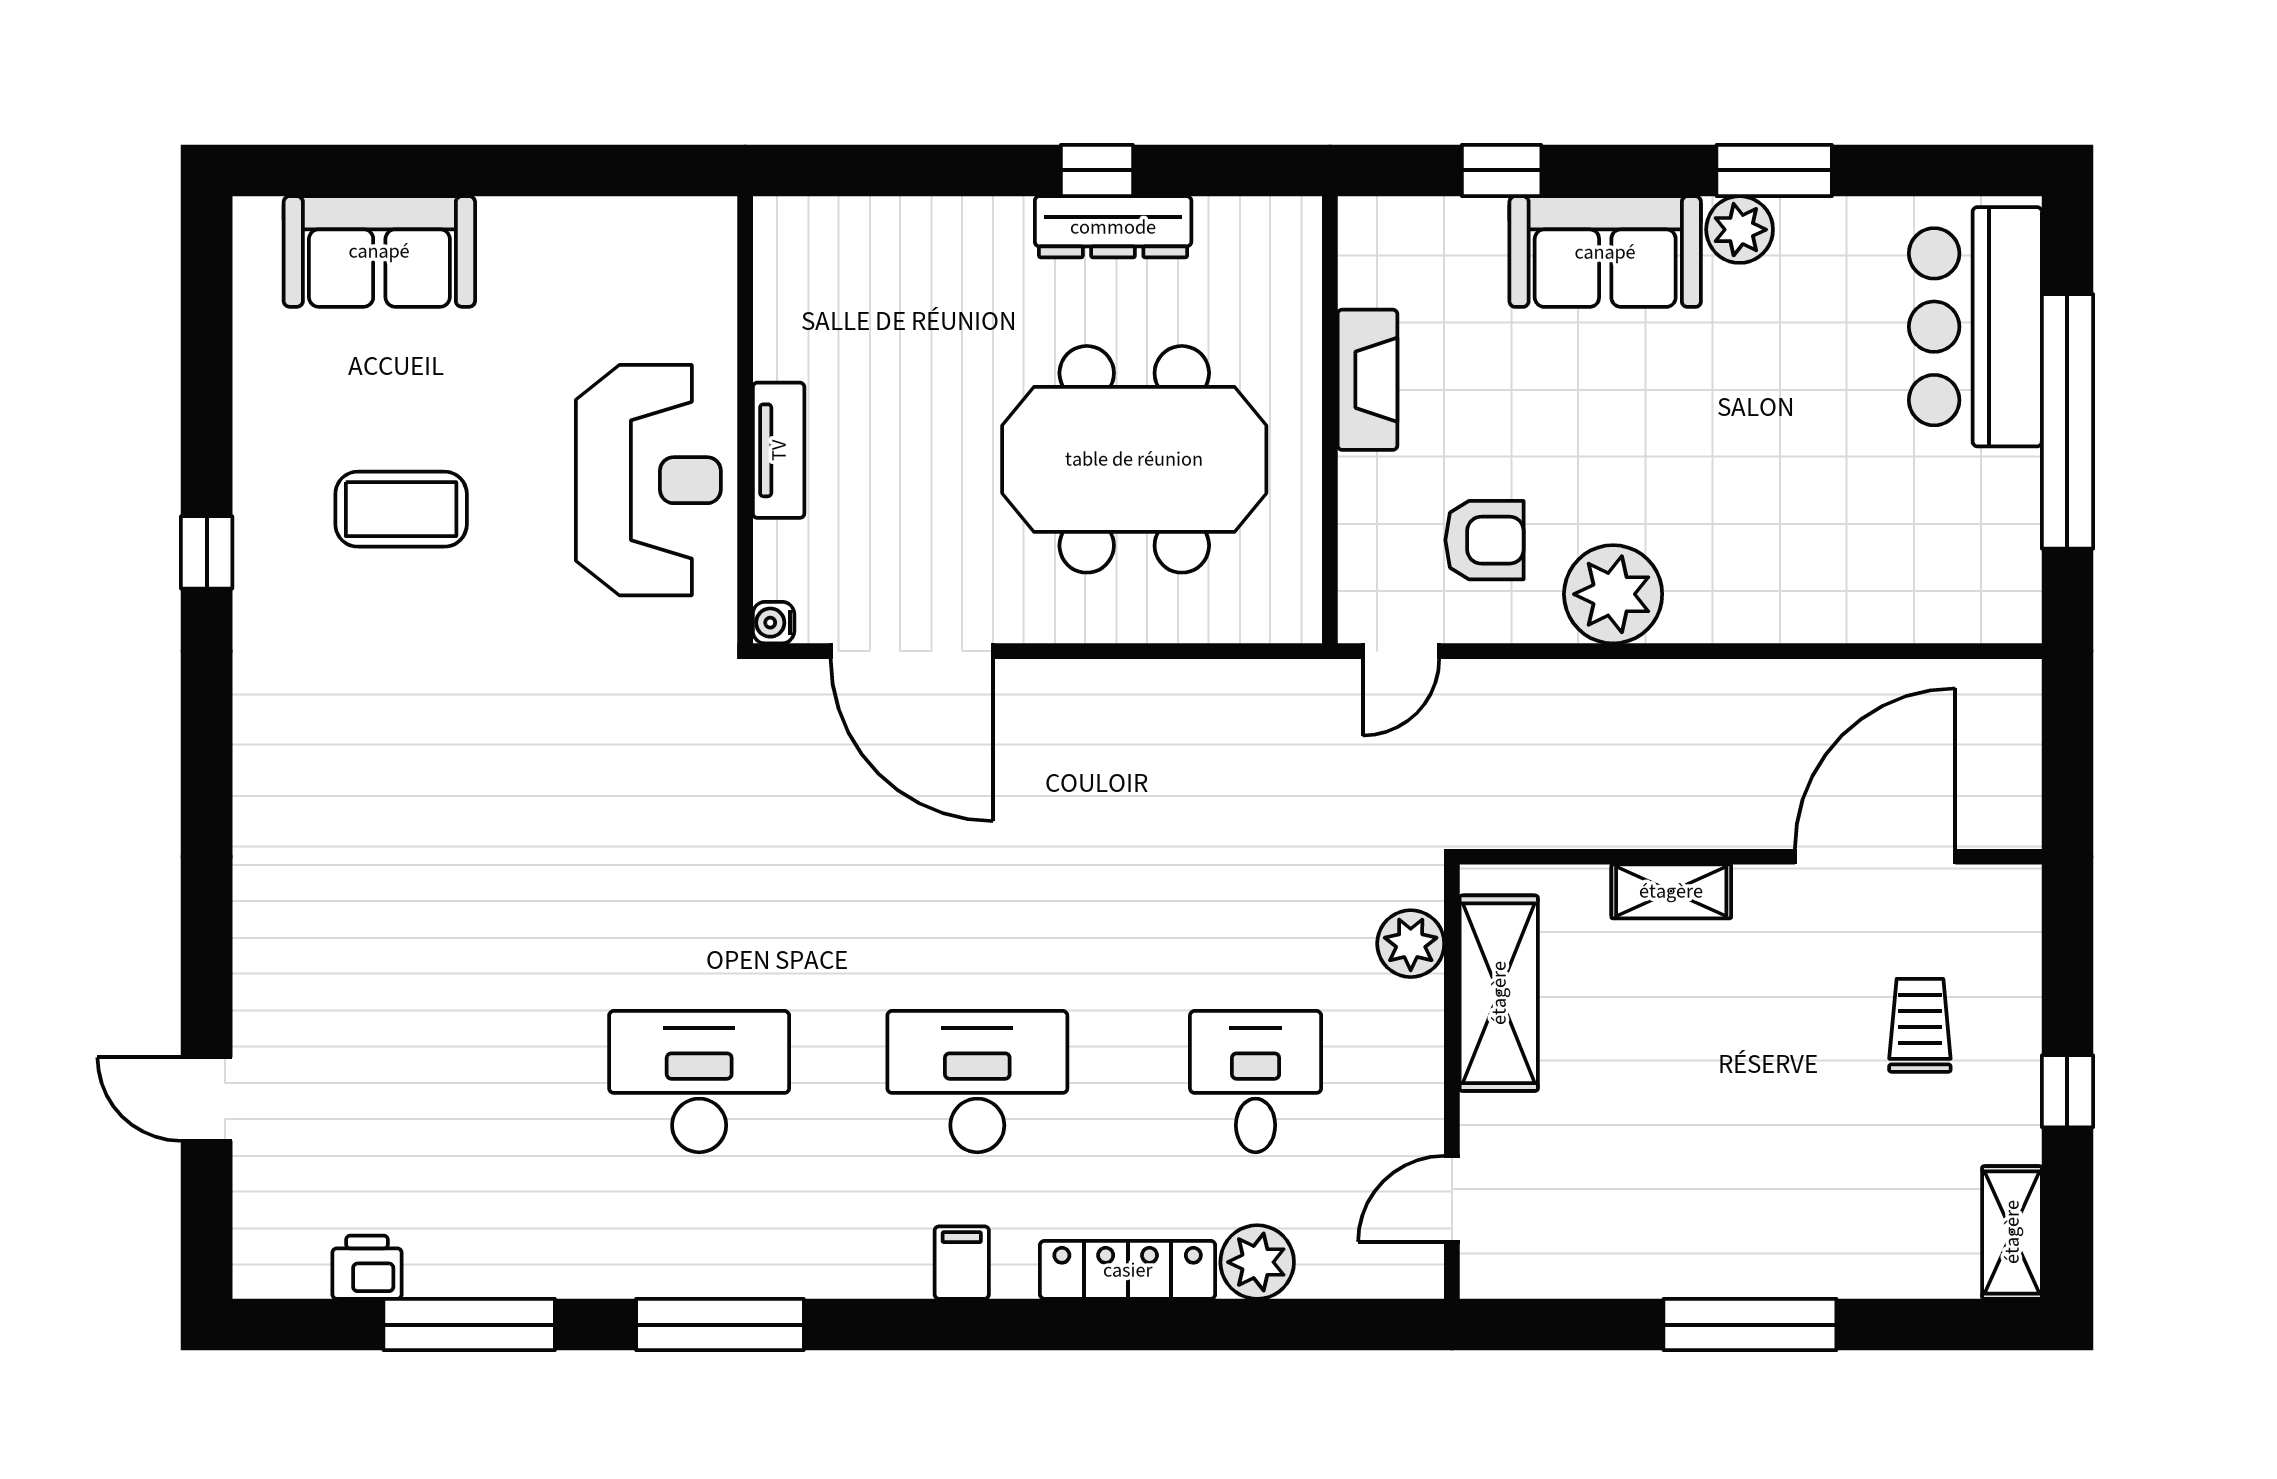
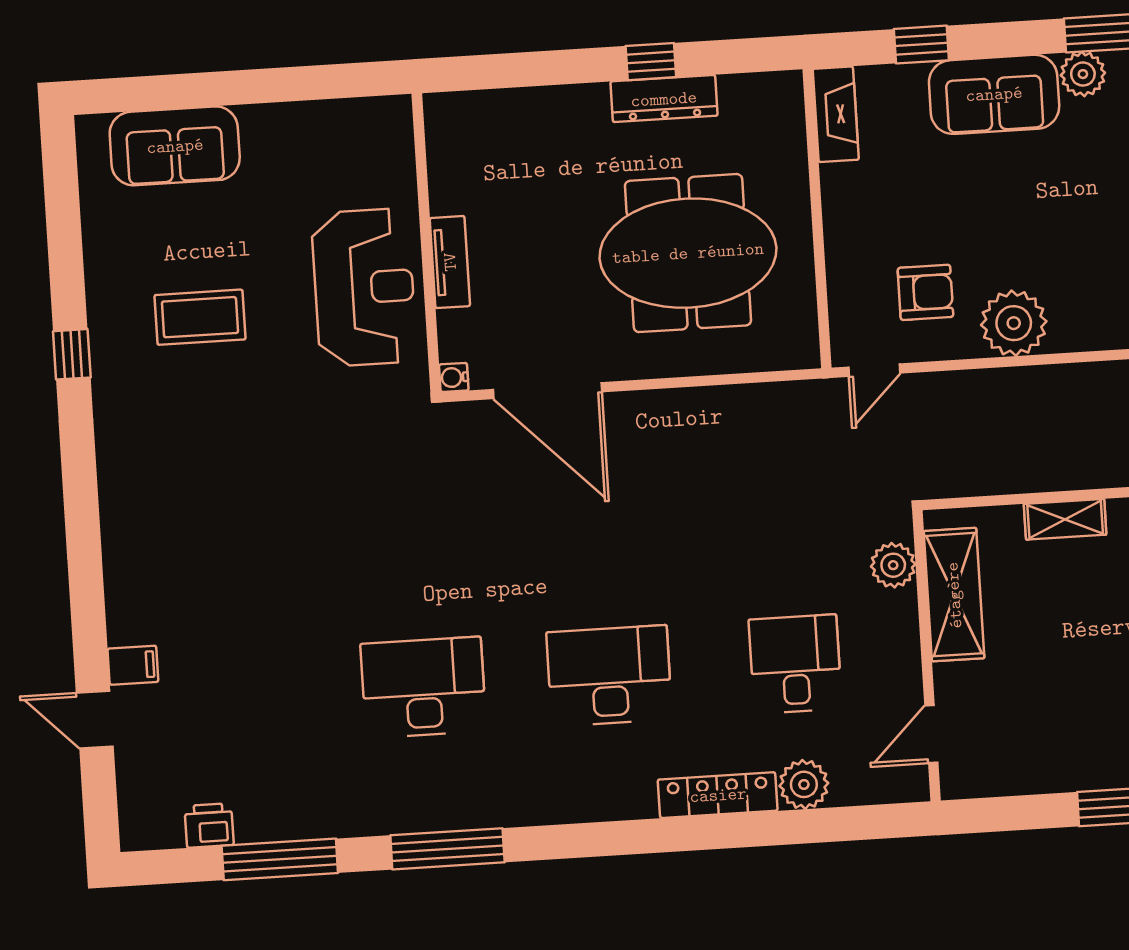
fireplace: (1367, 380) -> (836, 114), moved
filing cabinet: (962, 1263) -> (133, 665), moved, turned 90

